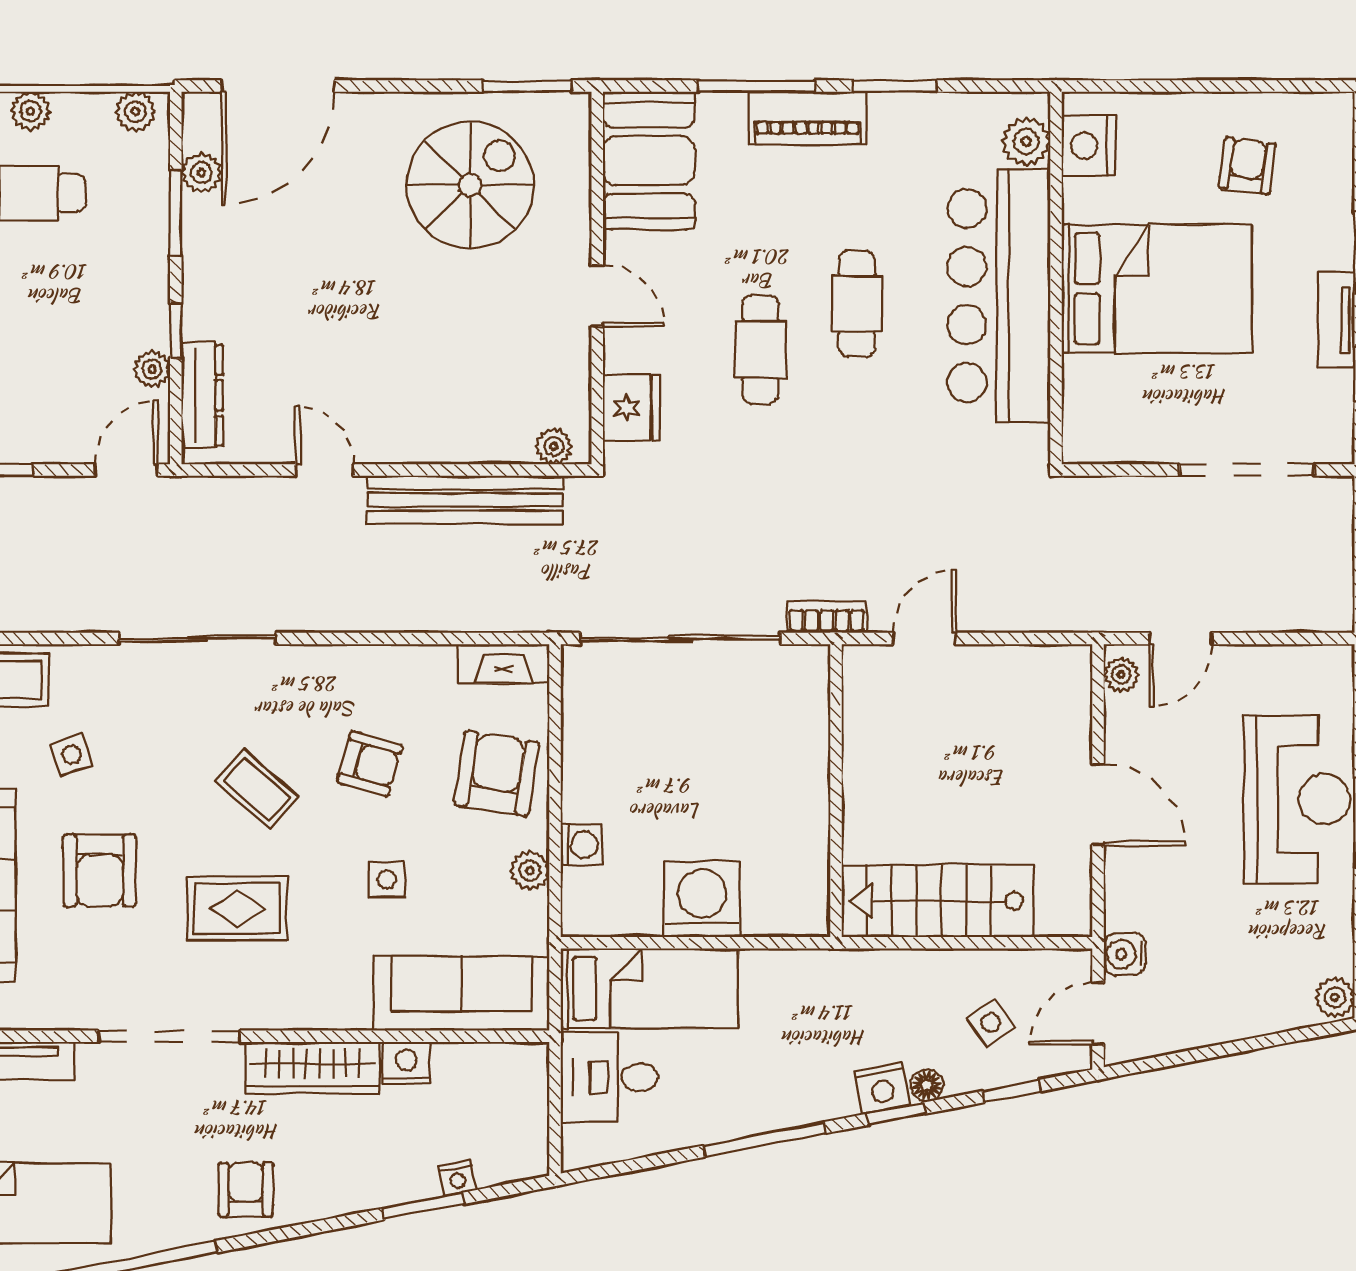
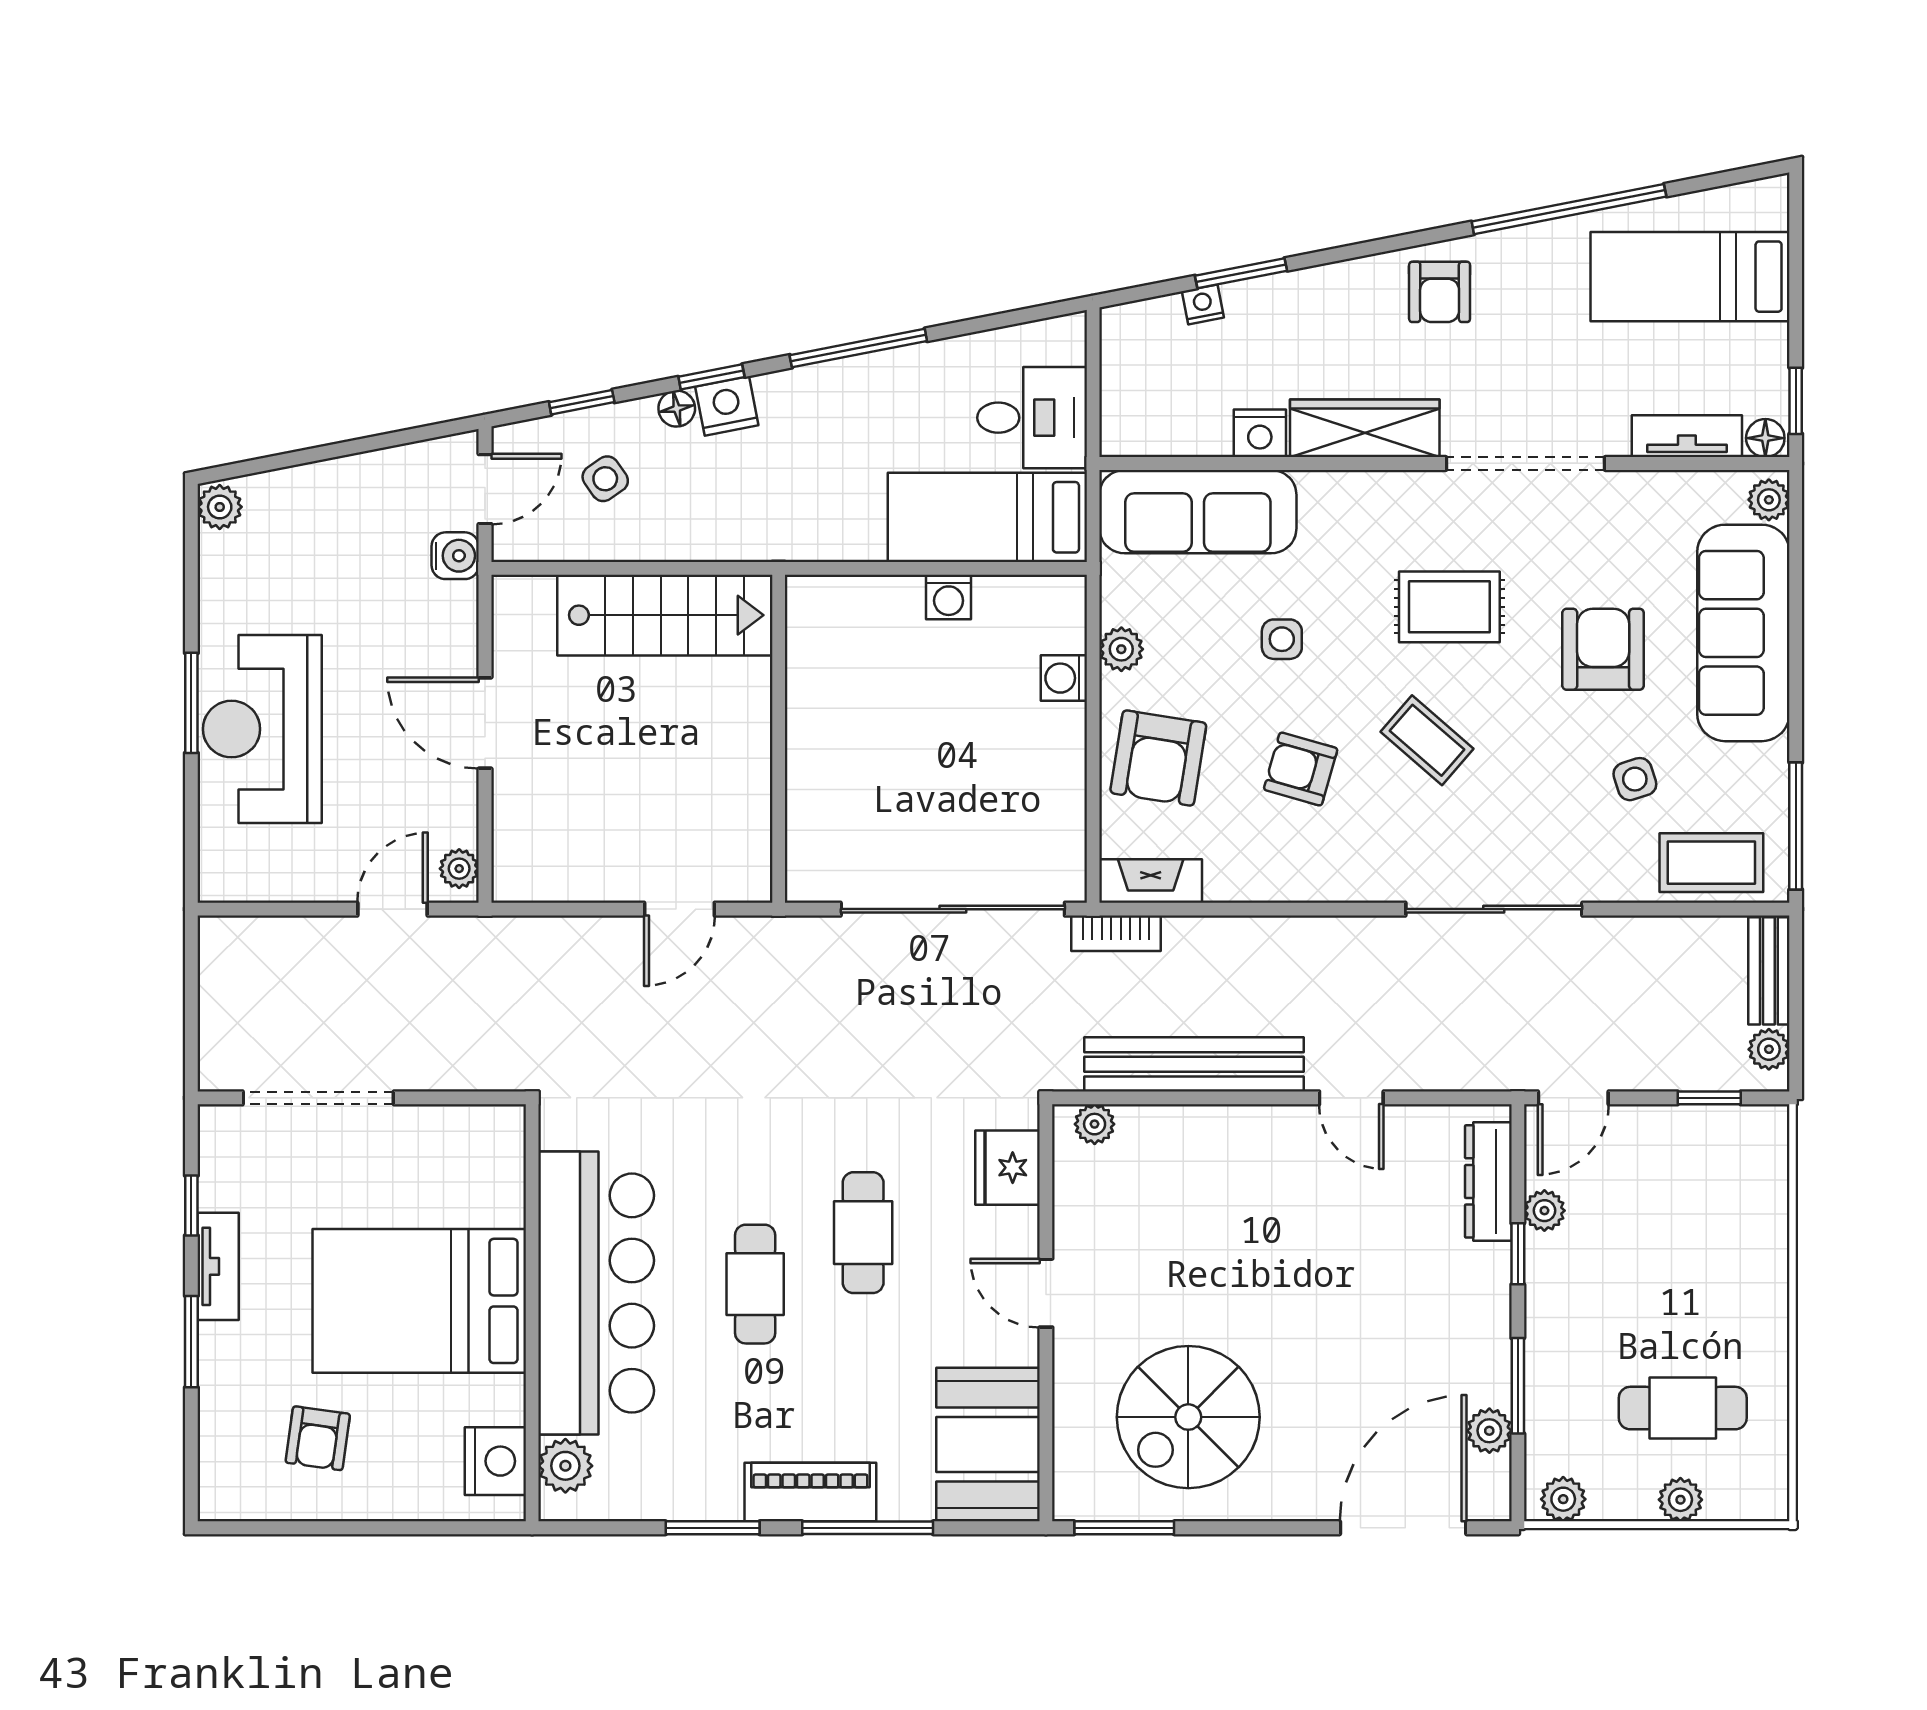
bookcase: (827, 617) -> (1116, 933), moved
washing machine: (702, 899) -> (949, 597), width x0.53, depth x0.53

